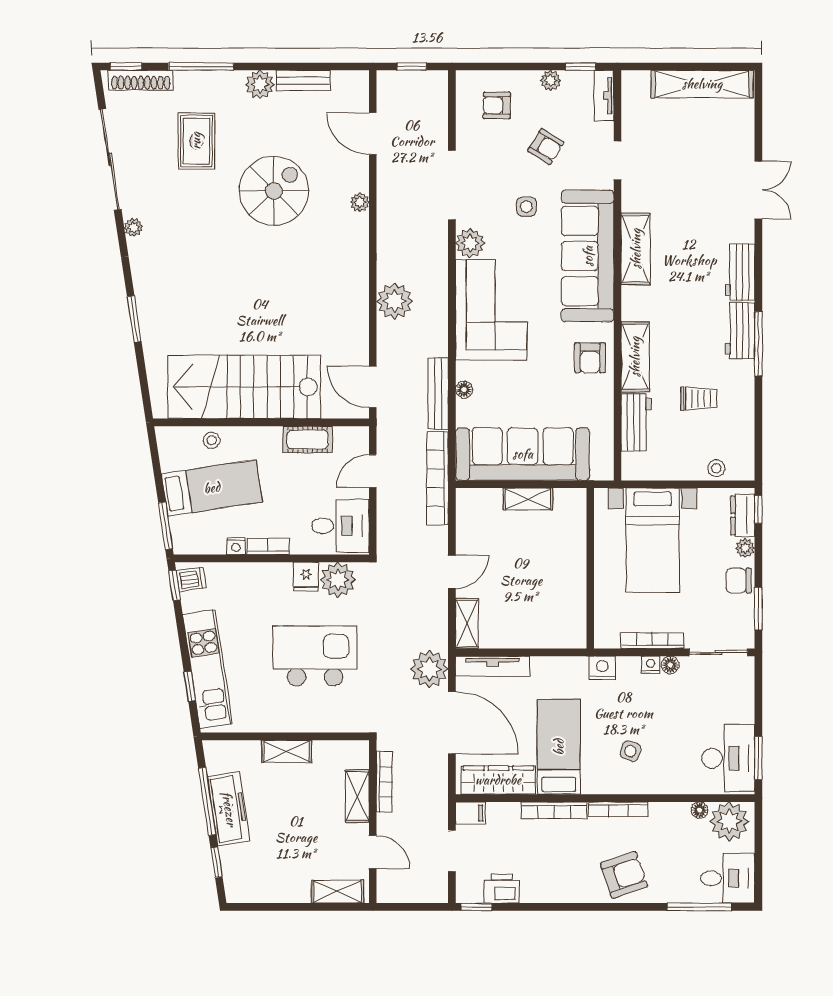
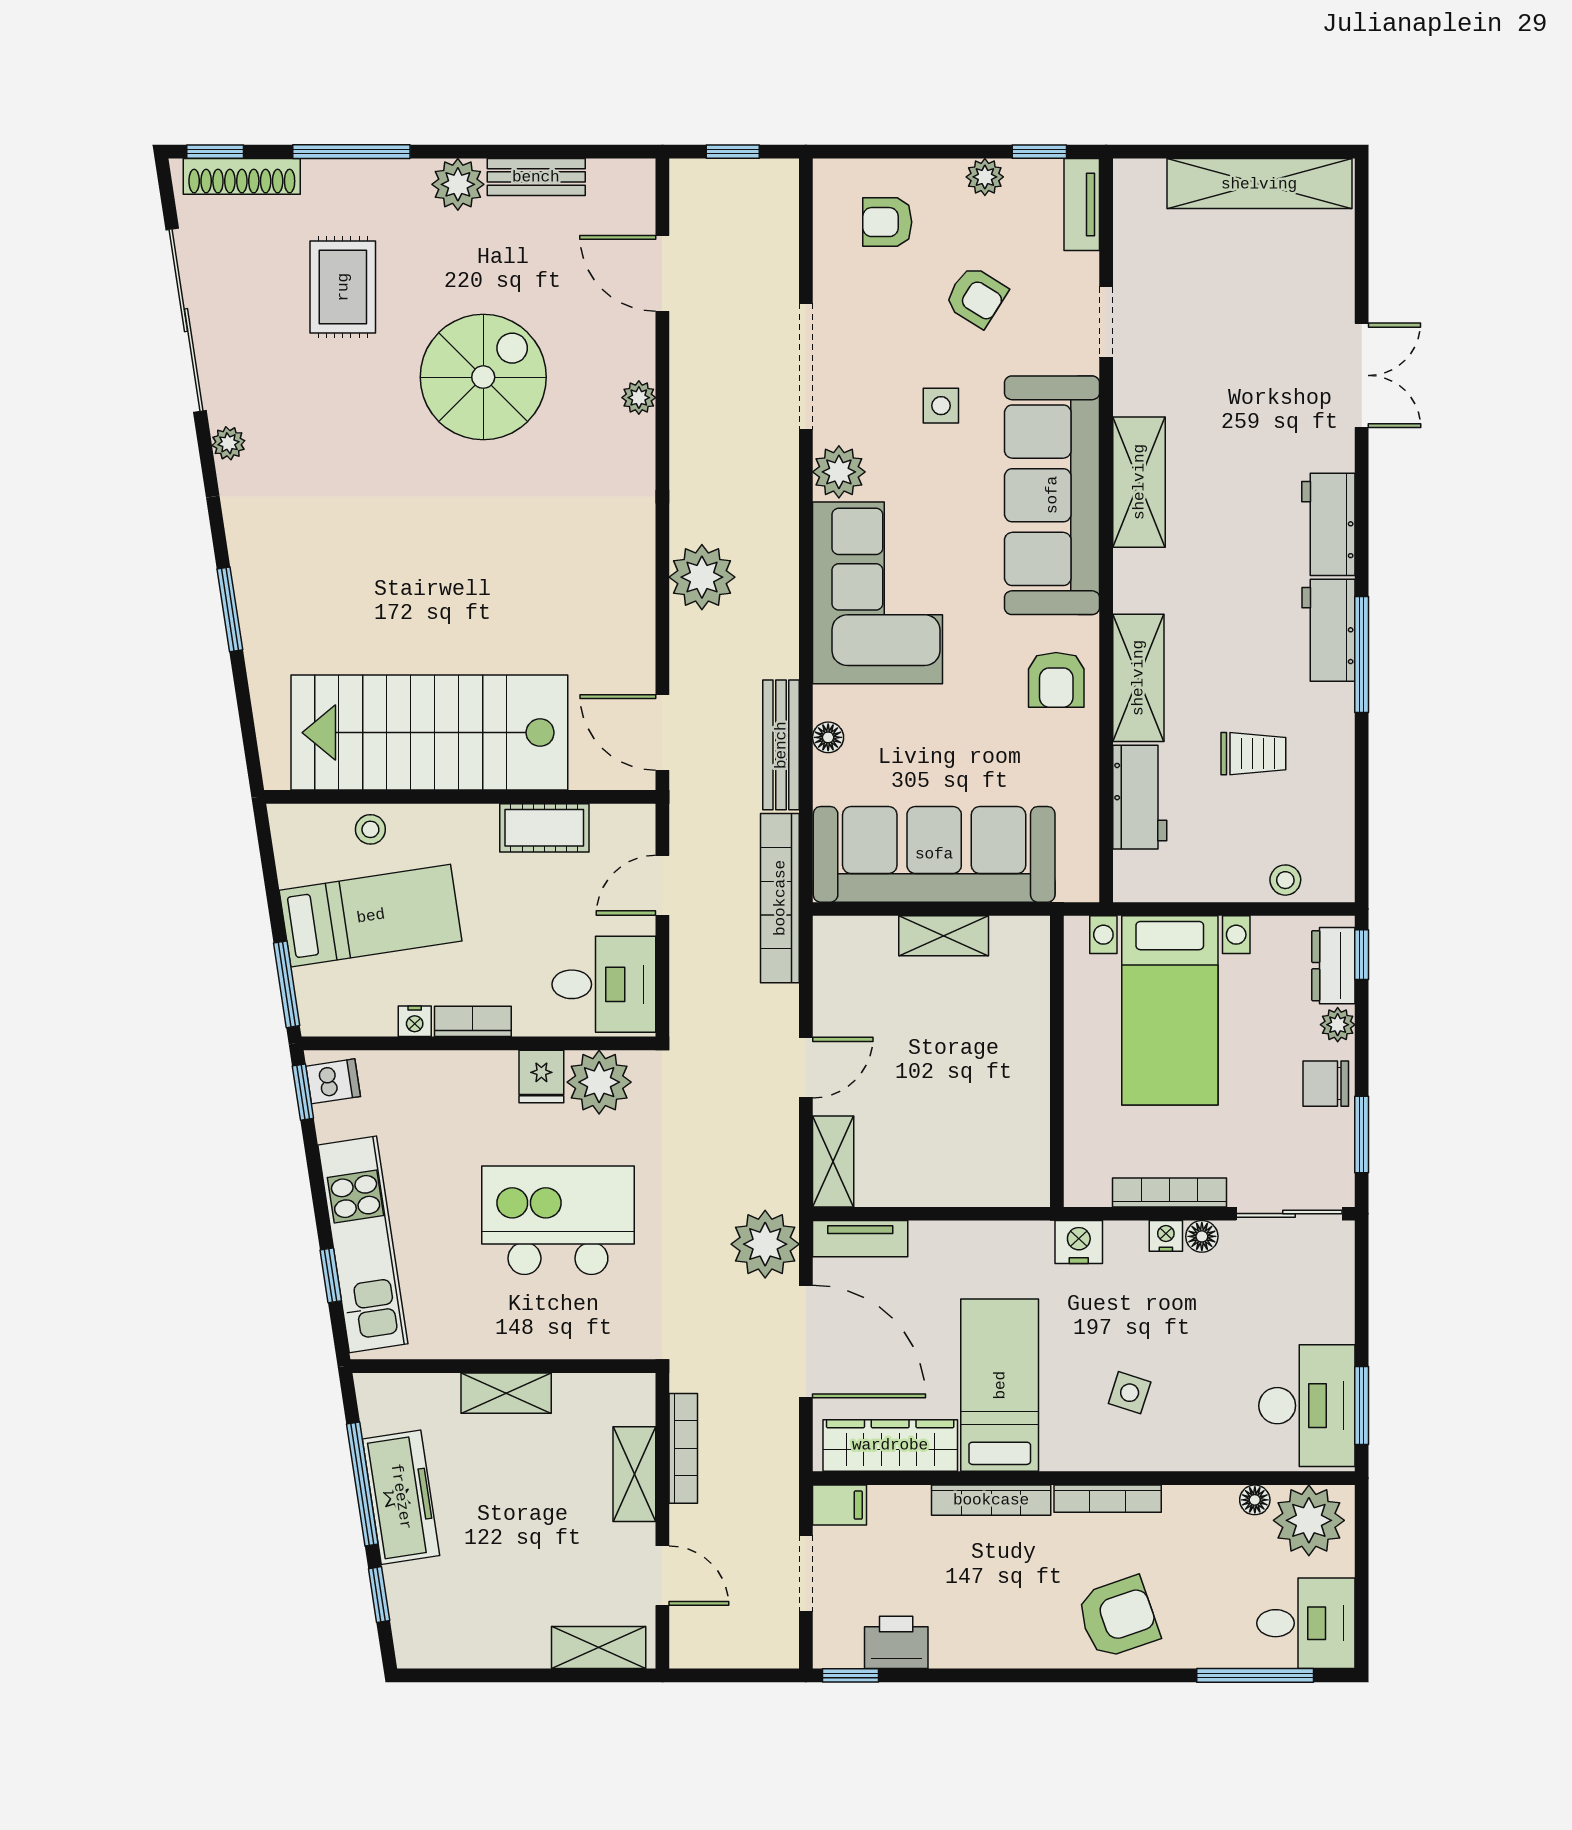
tv unit: (493, 666) -> (860, 1239), width x0.71

